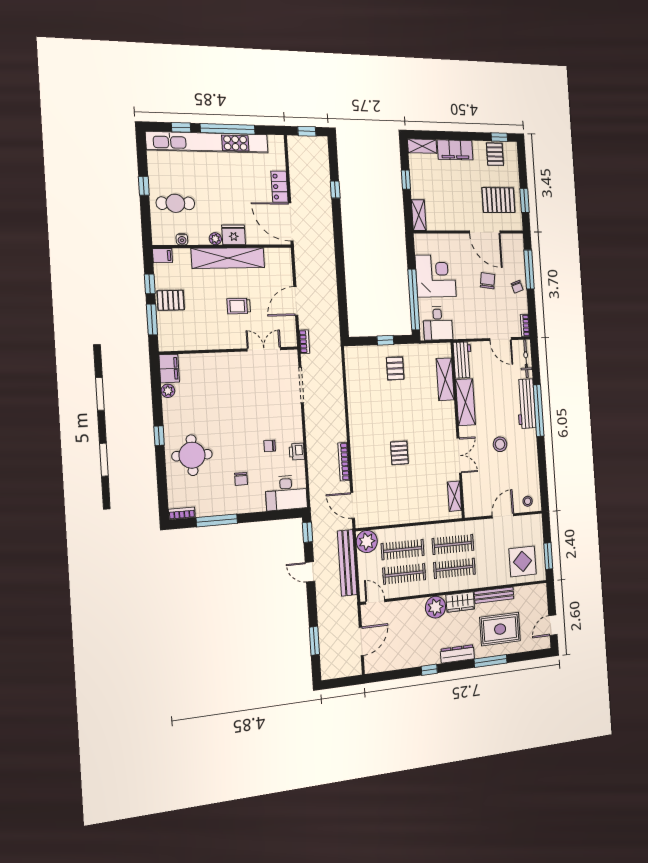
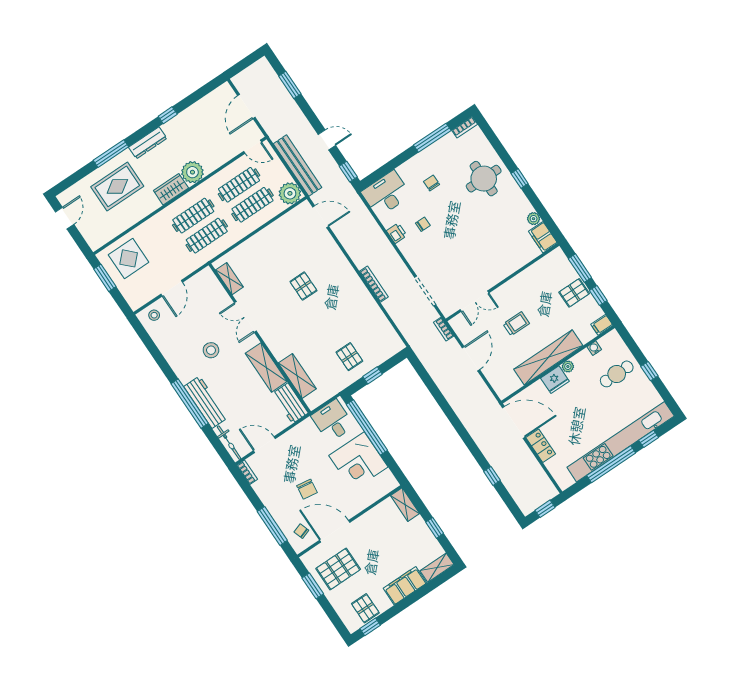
chair: (517, 287) -> (301, 531), moved
bookcase: (344, 462) -> (374, 284), moved
bench: (494, 595) -> (140, 213), removed

